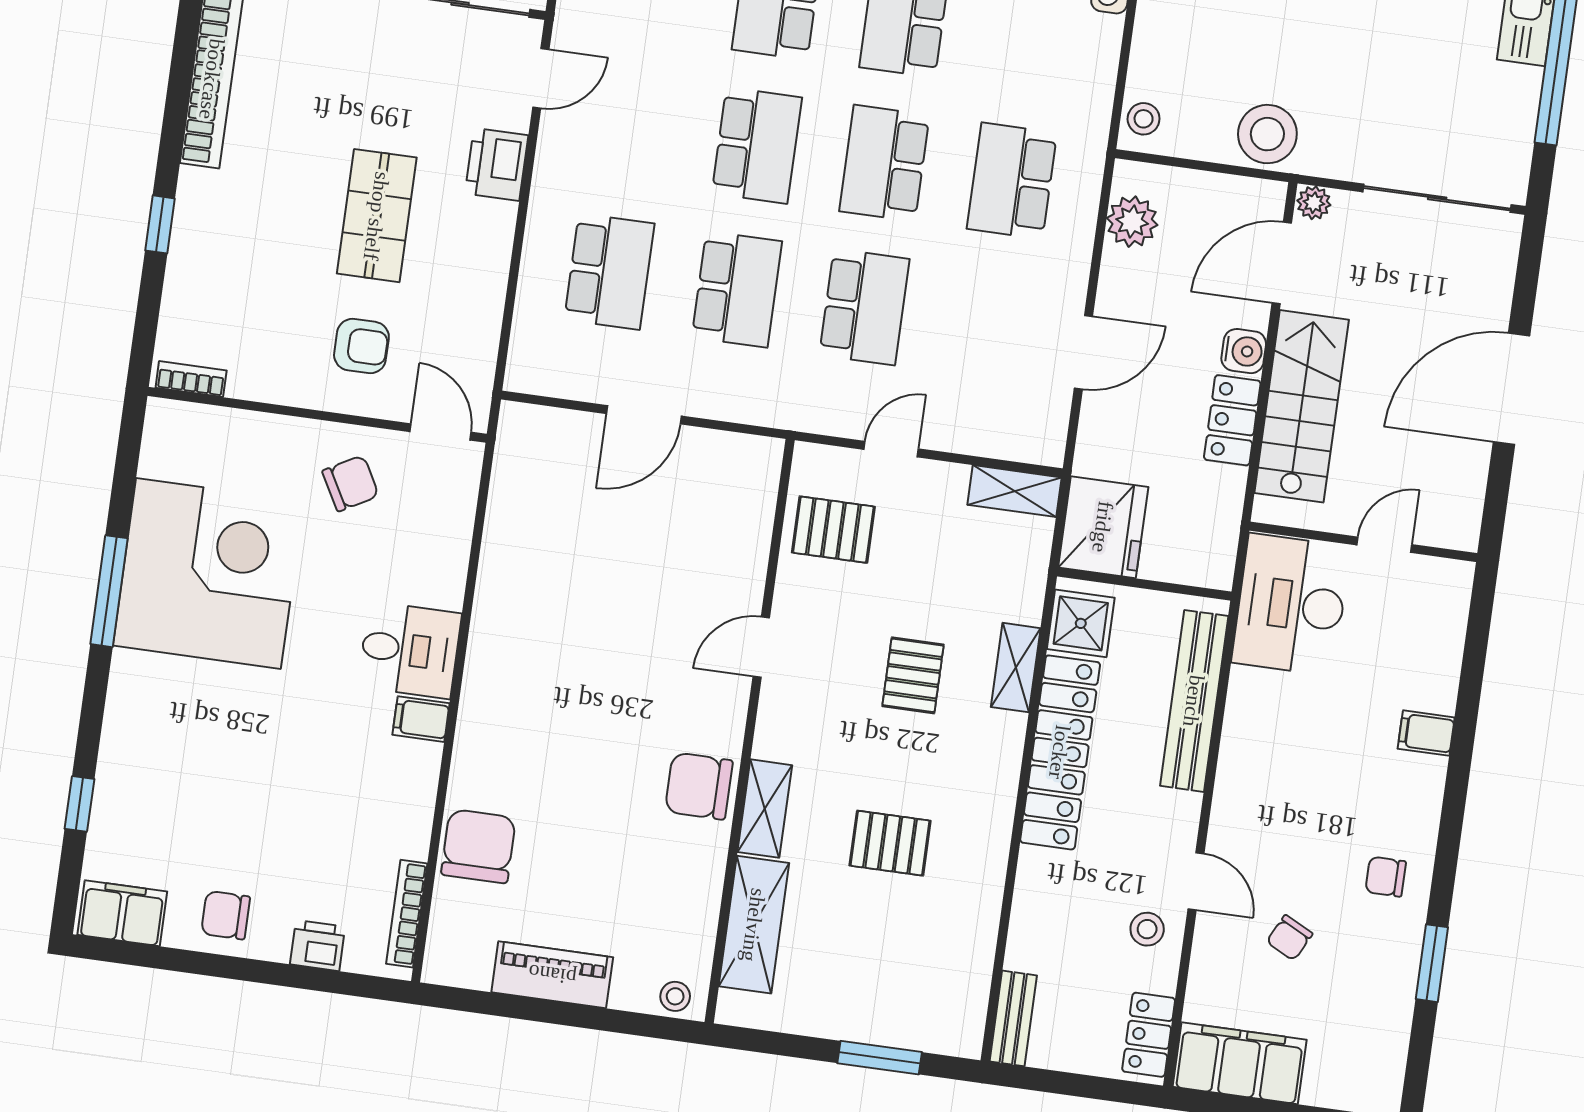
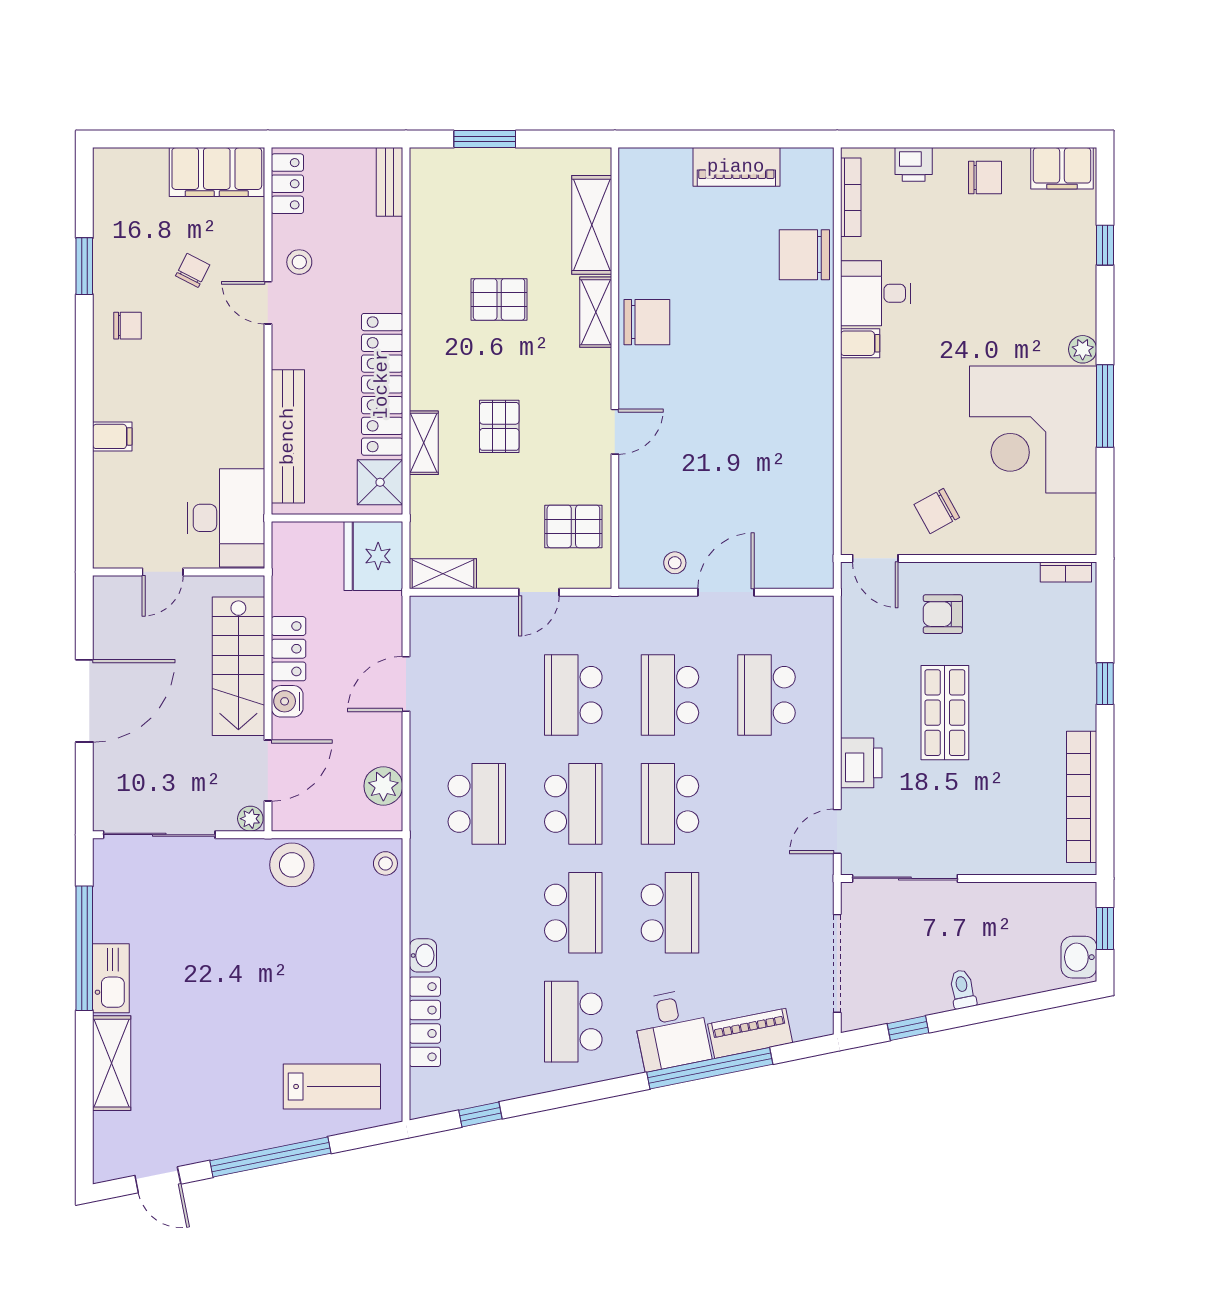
desk: (410, 650) -> (876, 293), moved
plant: (128, 670) -> (1083, 349), added
chair: (478, 846) -> (804, 255), turned 90
stool: (675, 996) -> (675, 563), moved

